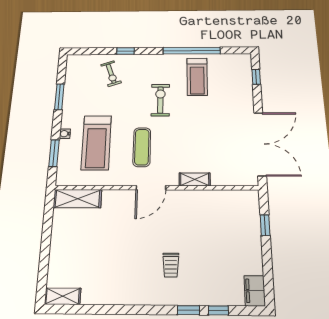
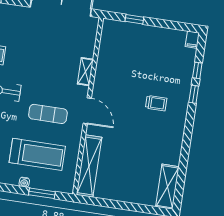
shelving: (77, 199) -> (89, 166), width x1.47
filing cabinet: (255, 291) -> (192, 40), width x0.50
shelving: (63, 296) -> (167, 187), width x1.50, depth x1.33

